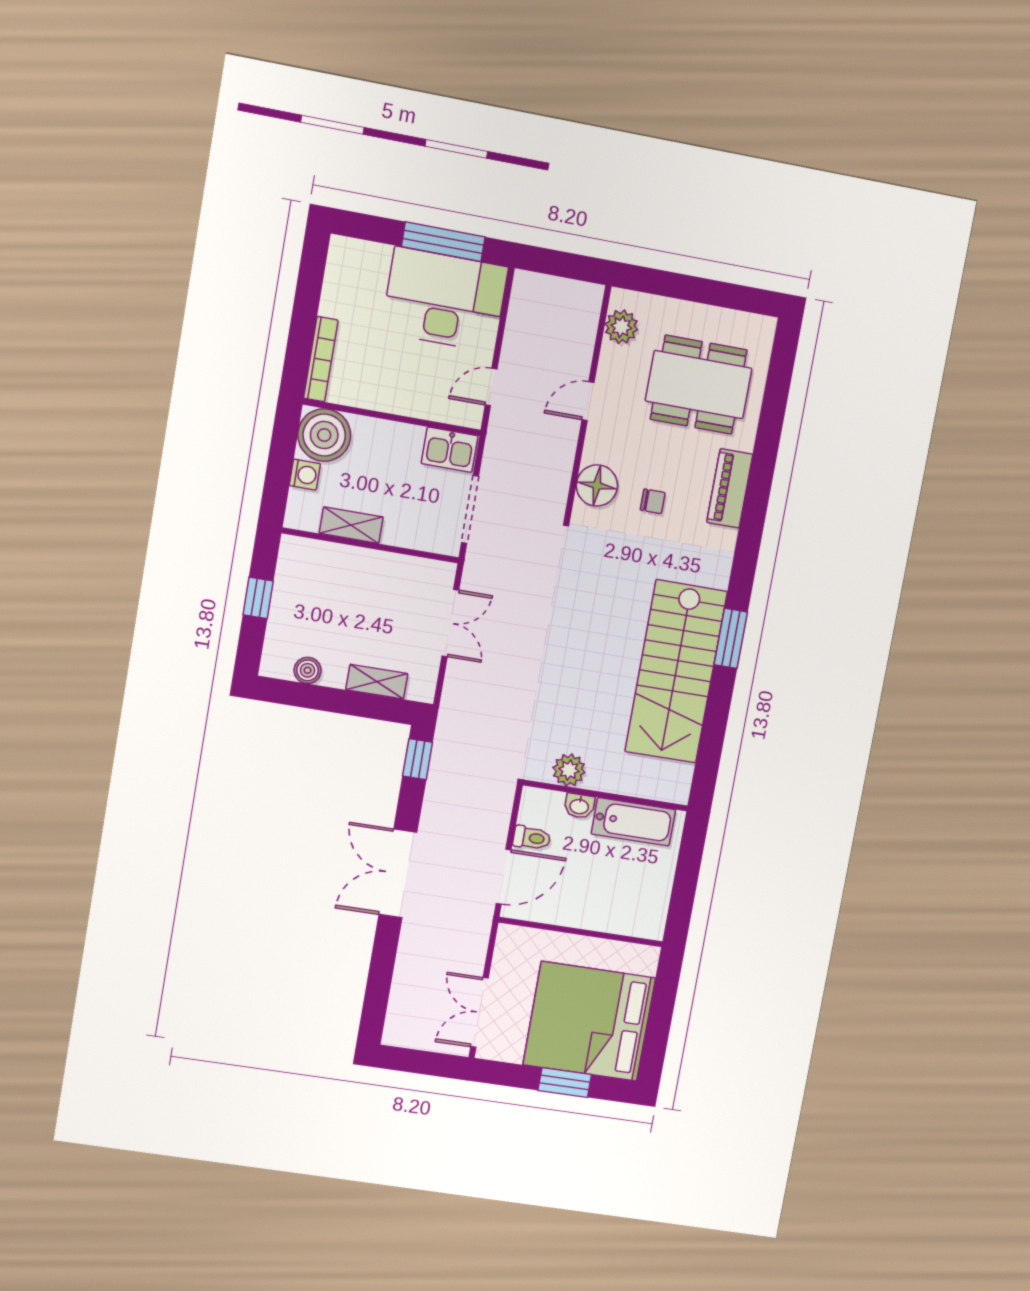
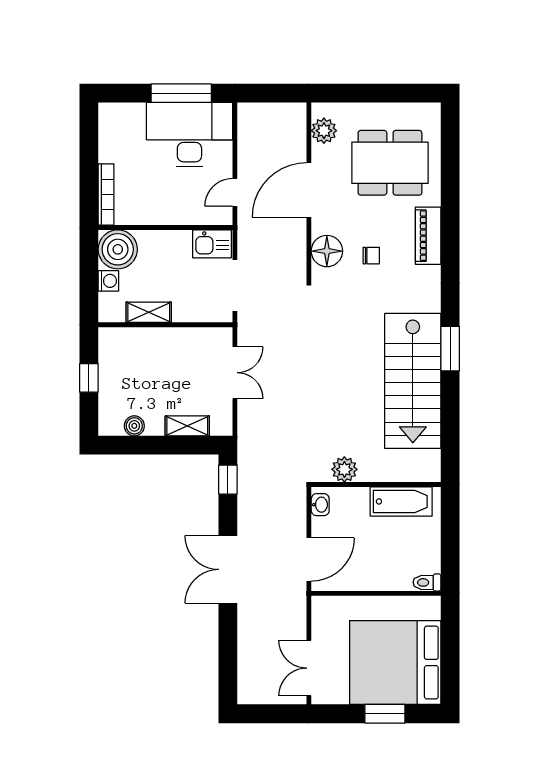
door: (588, 401) -> (309, 190), width x1.87
washbasin: (579, 806) -> (320, 505), moved, turned -90
toilet: (532, 838) -> (427, 582), moved, turned 180

